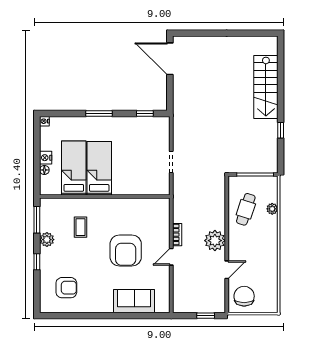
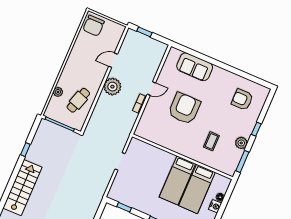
chair: (244, 296) -> (94, 26), moved

